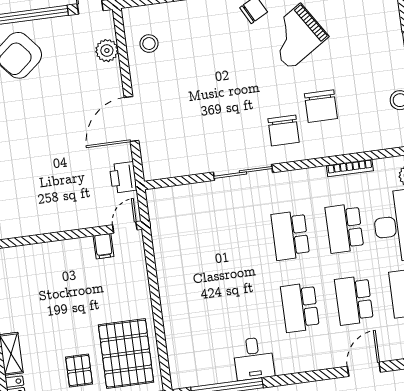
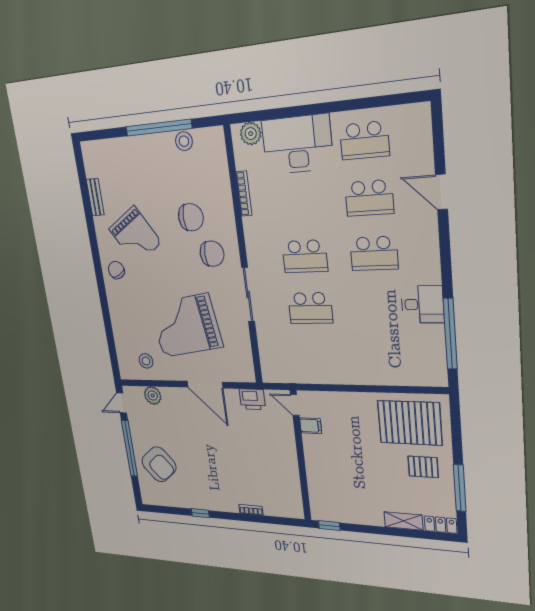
grand piano: (199, 96) -> (185, 326), added
school desk: (344, 228) -> (310, 308), moved

